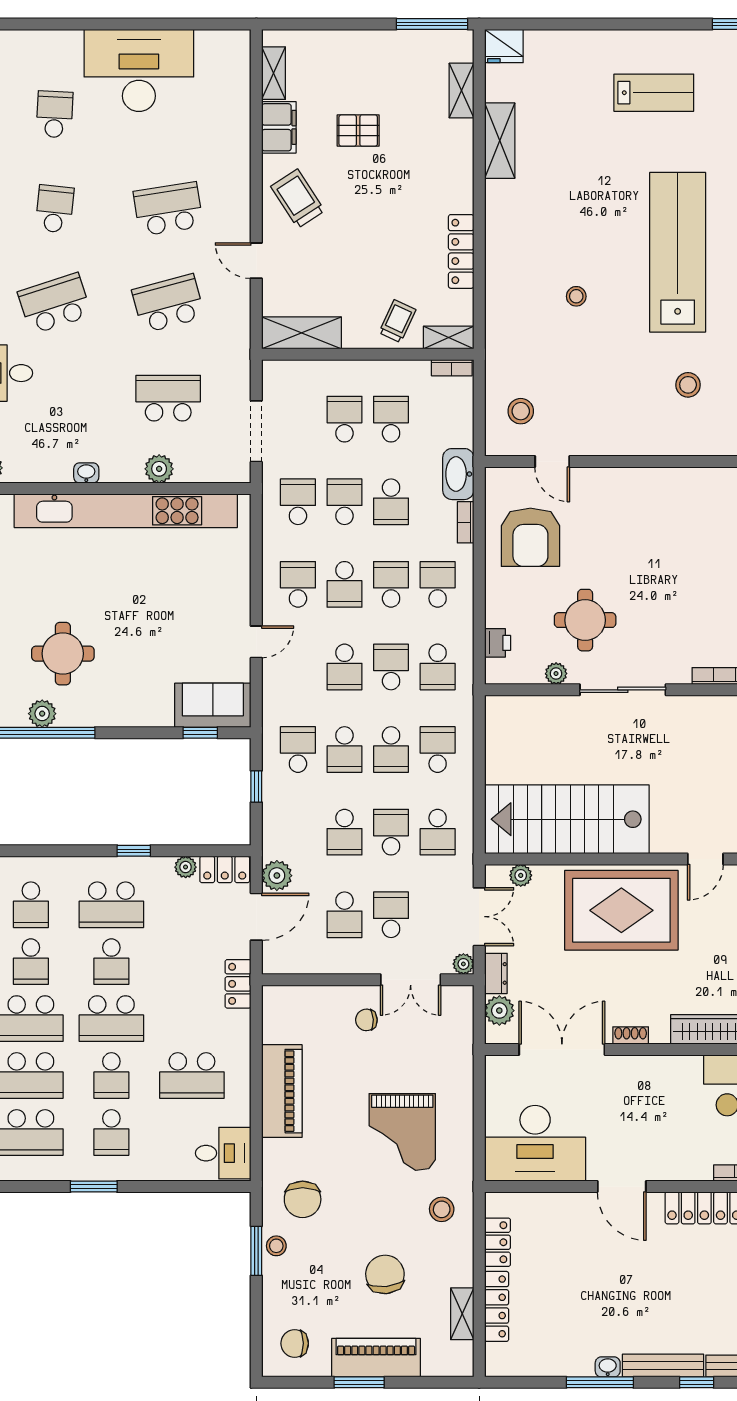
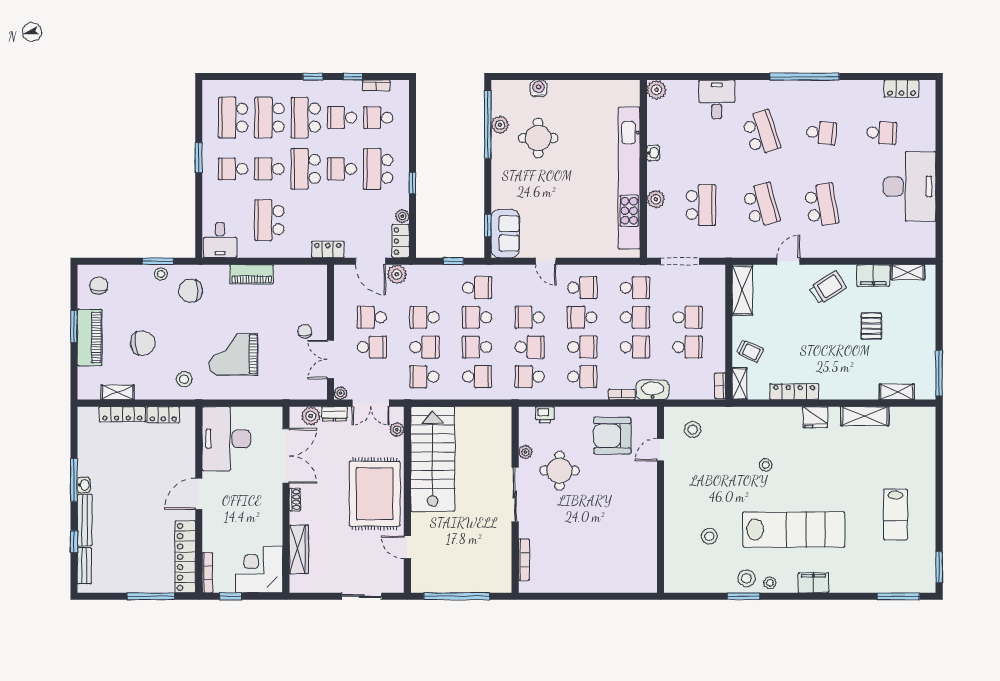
fridge: (504, 46) -> (815, 417), moved, turned -90
school desk: (391, 502) -> (635, 347), turned 180
piano: (282, 1091) -> (252, 274), width x0.73, depth x0.75

